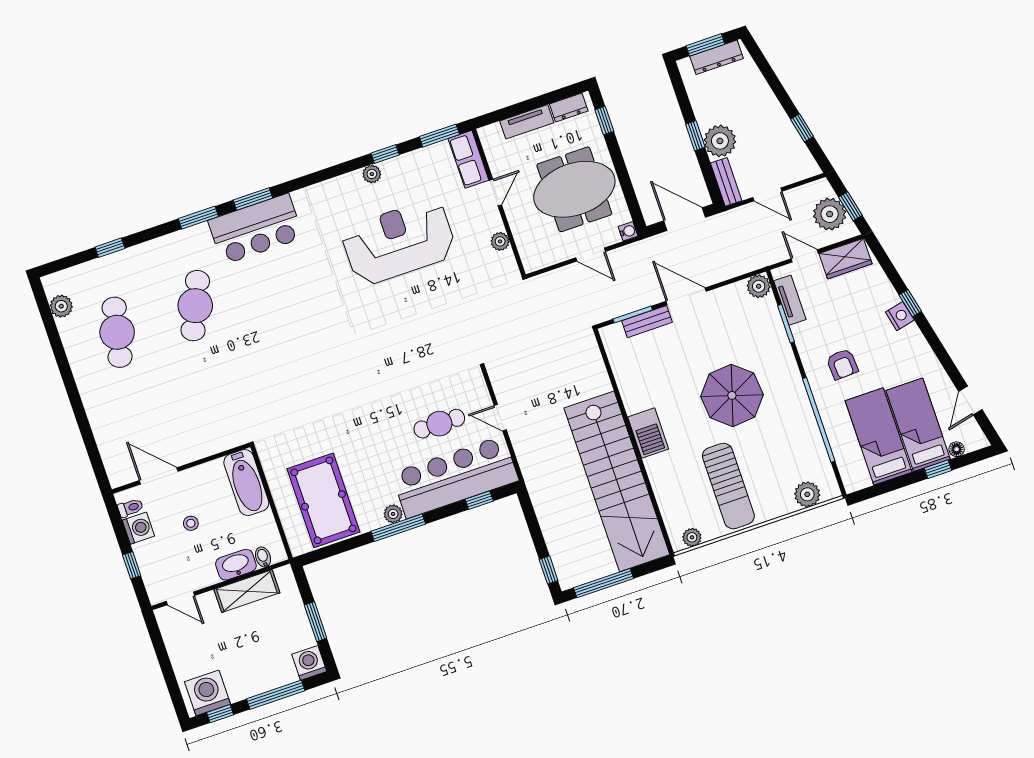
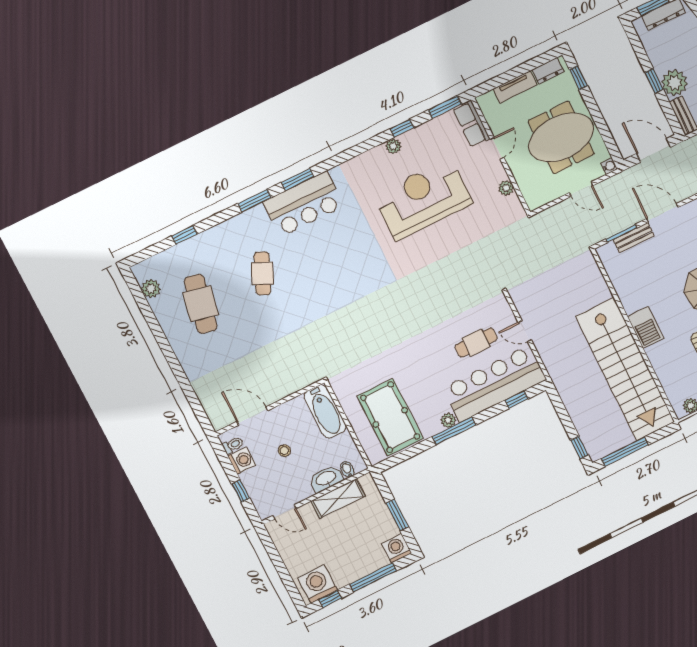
cafe table: (195, 306) -> (262, 273), width x0.73, depth x0.74

